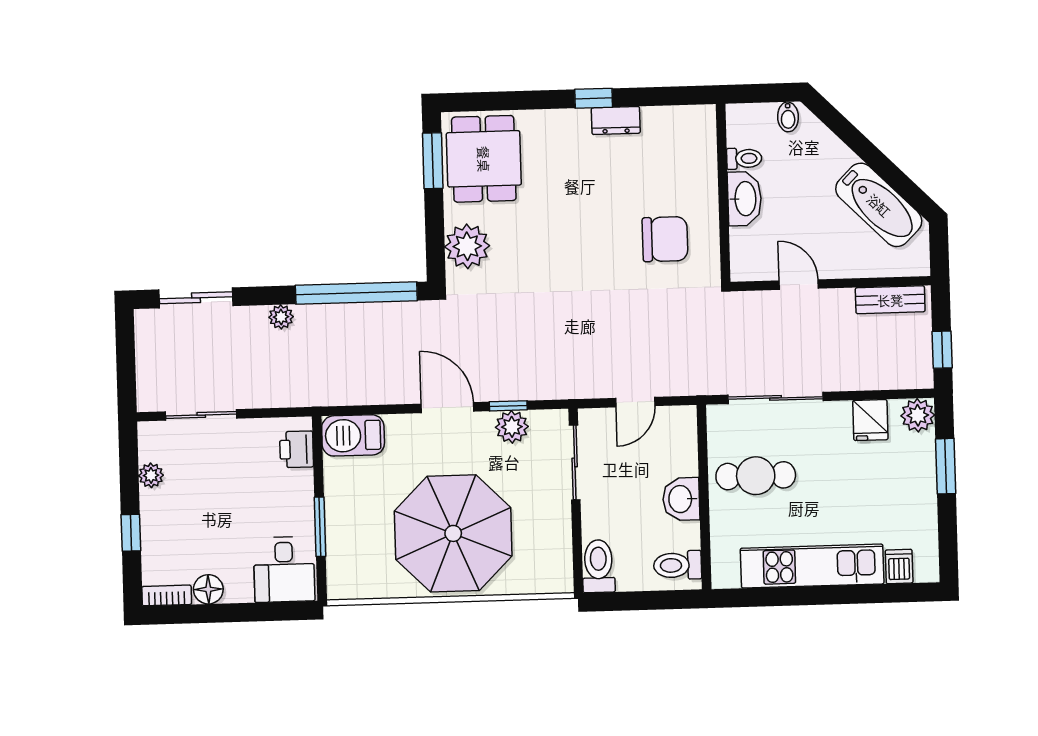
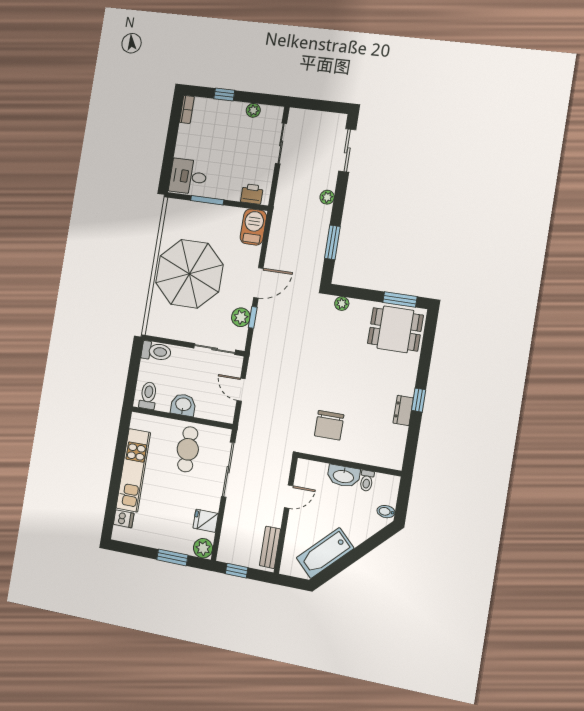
plant: (467, 246) -> (342, 304), width x0.53, depth x0.53
window: (356, 293) -> (332, 242), width x0.47
floor lamp: (208, 589) -> (186, 133), removed

